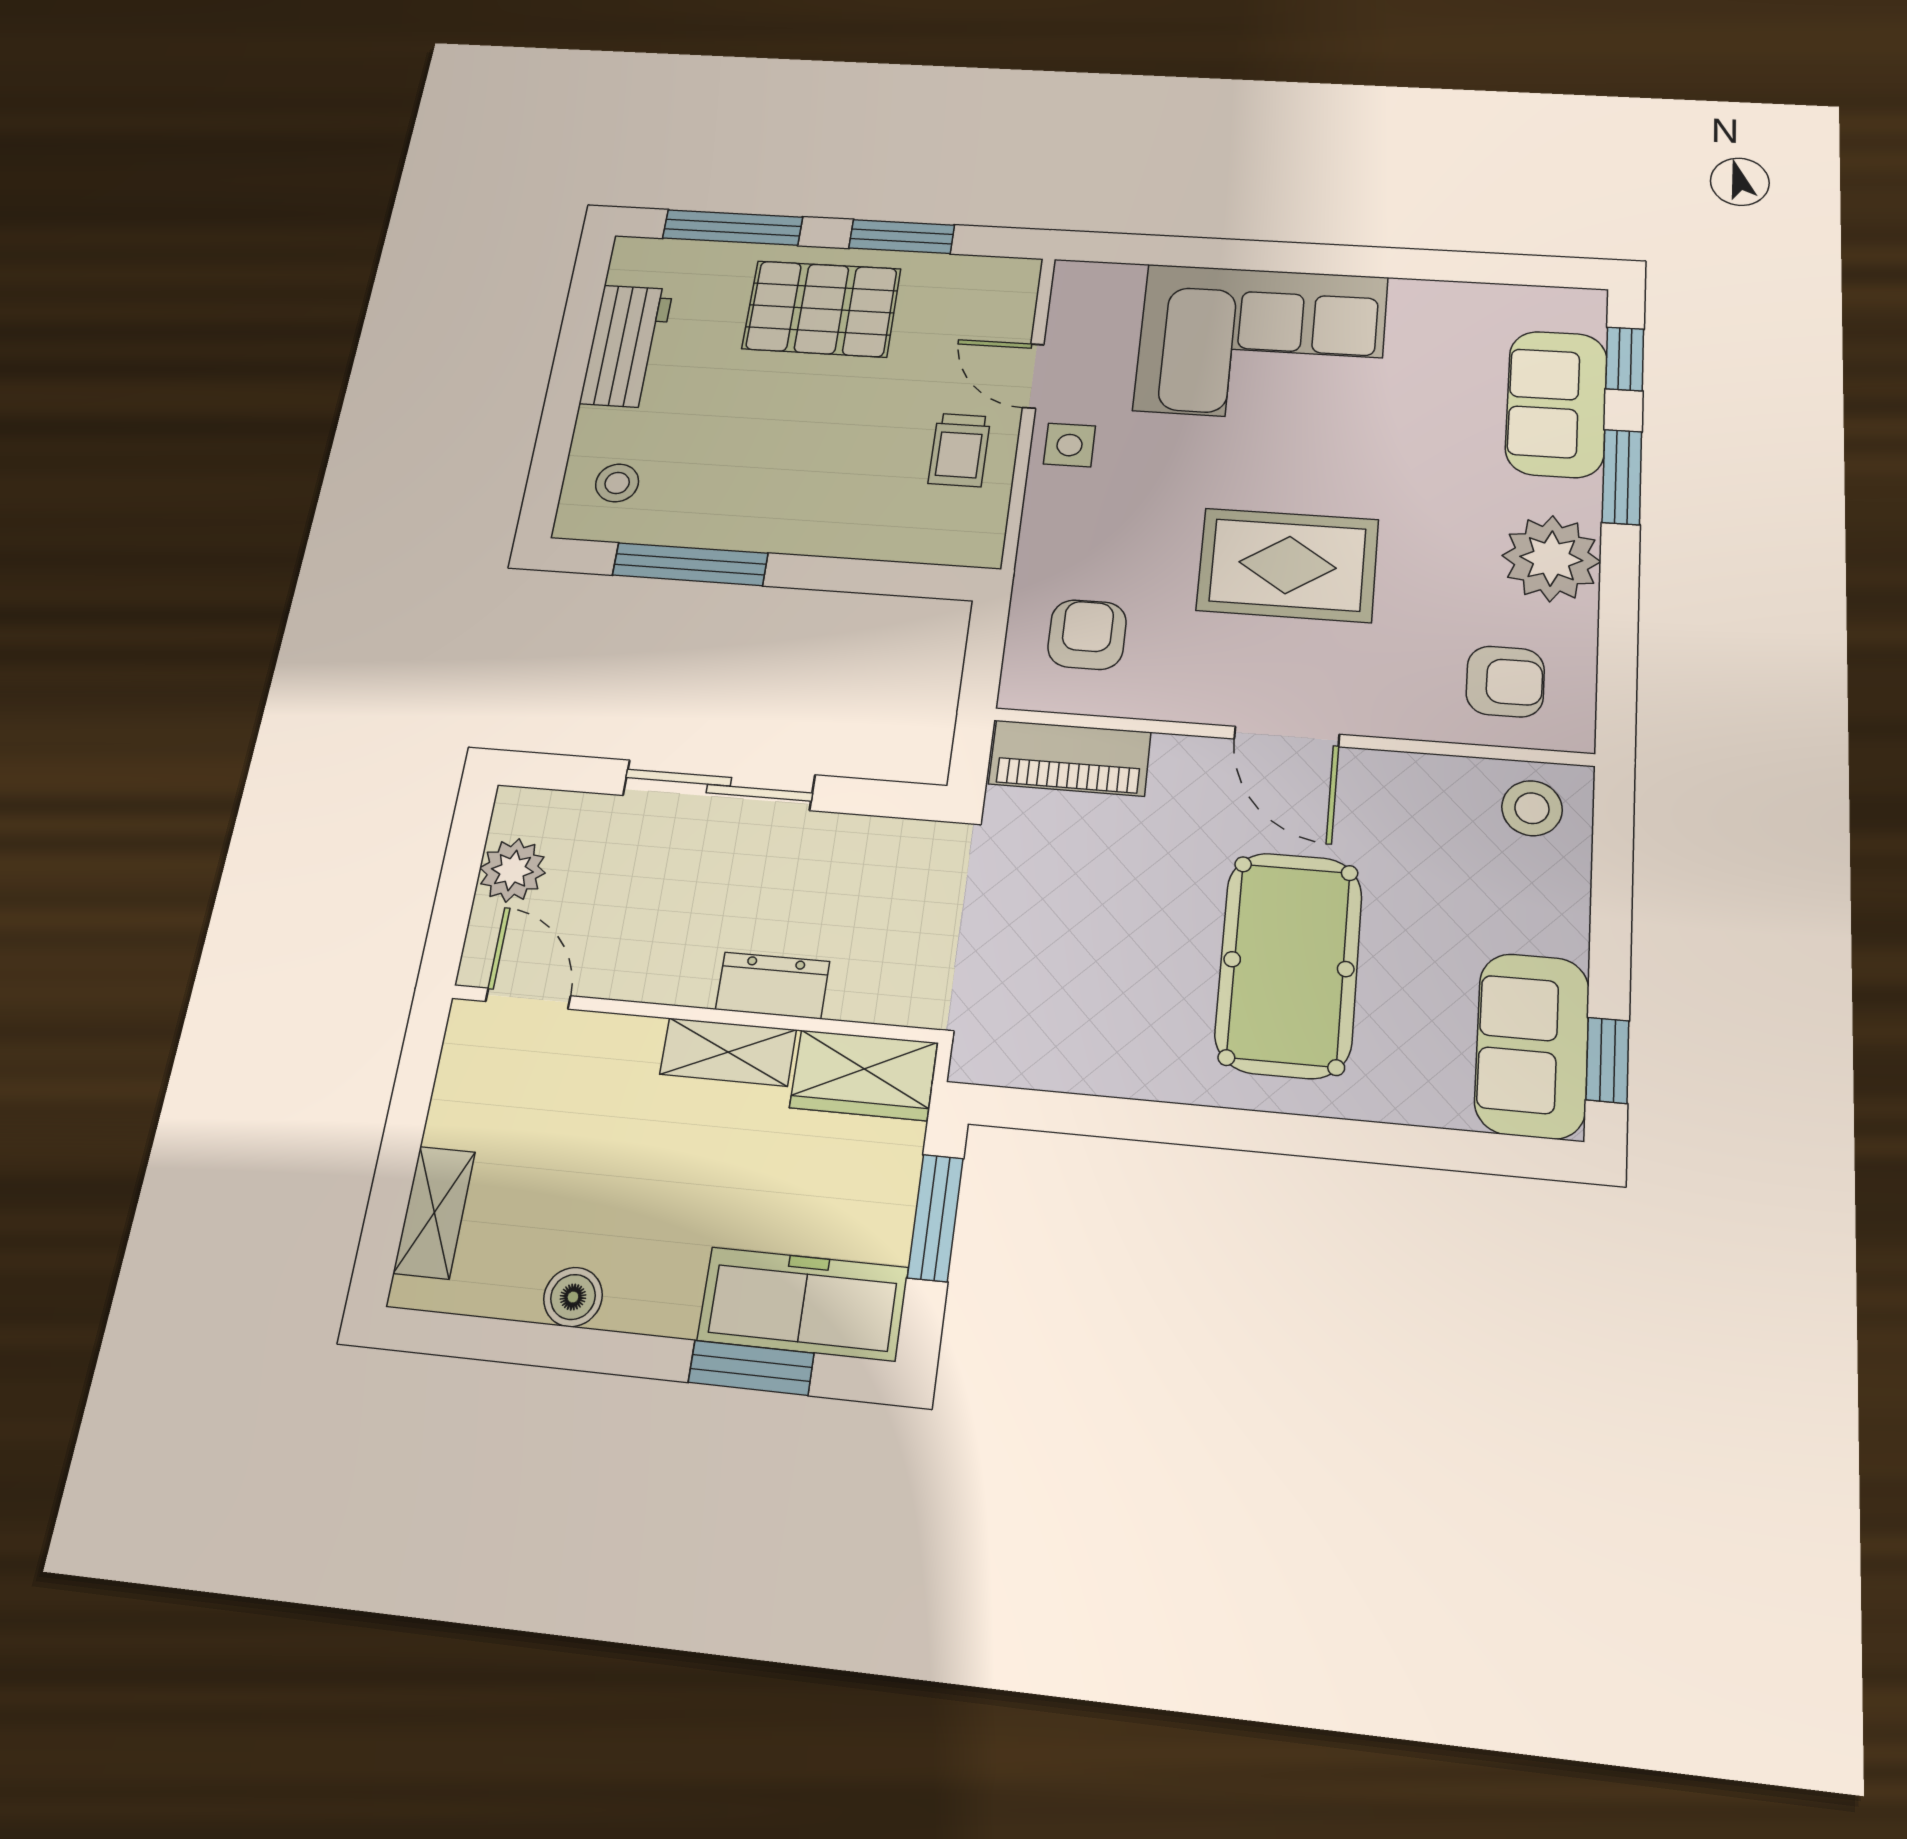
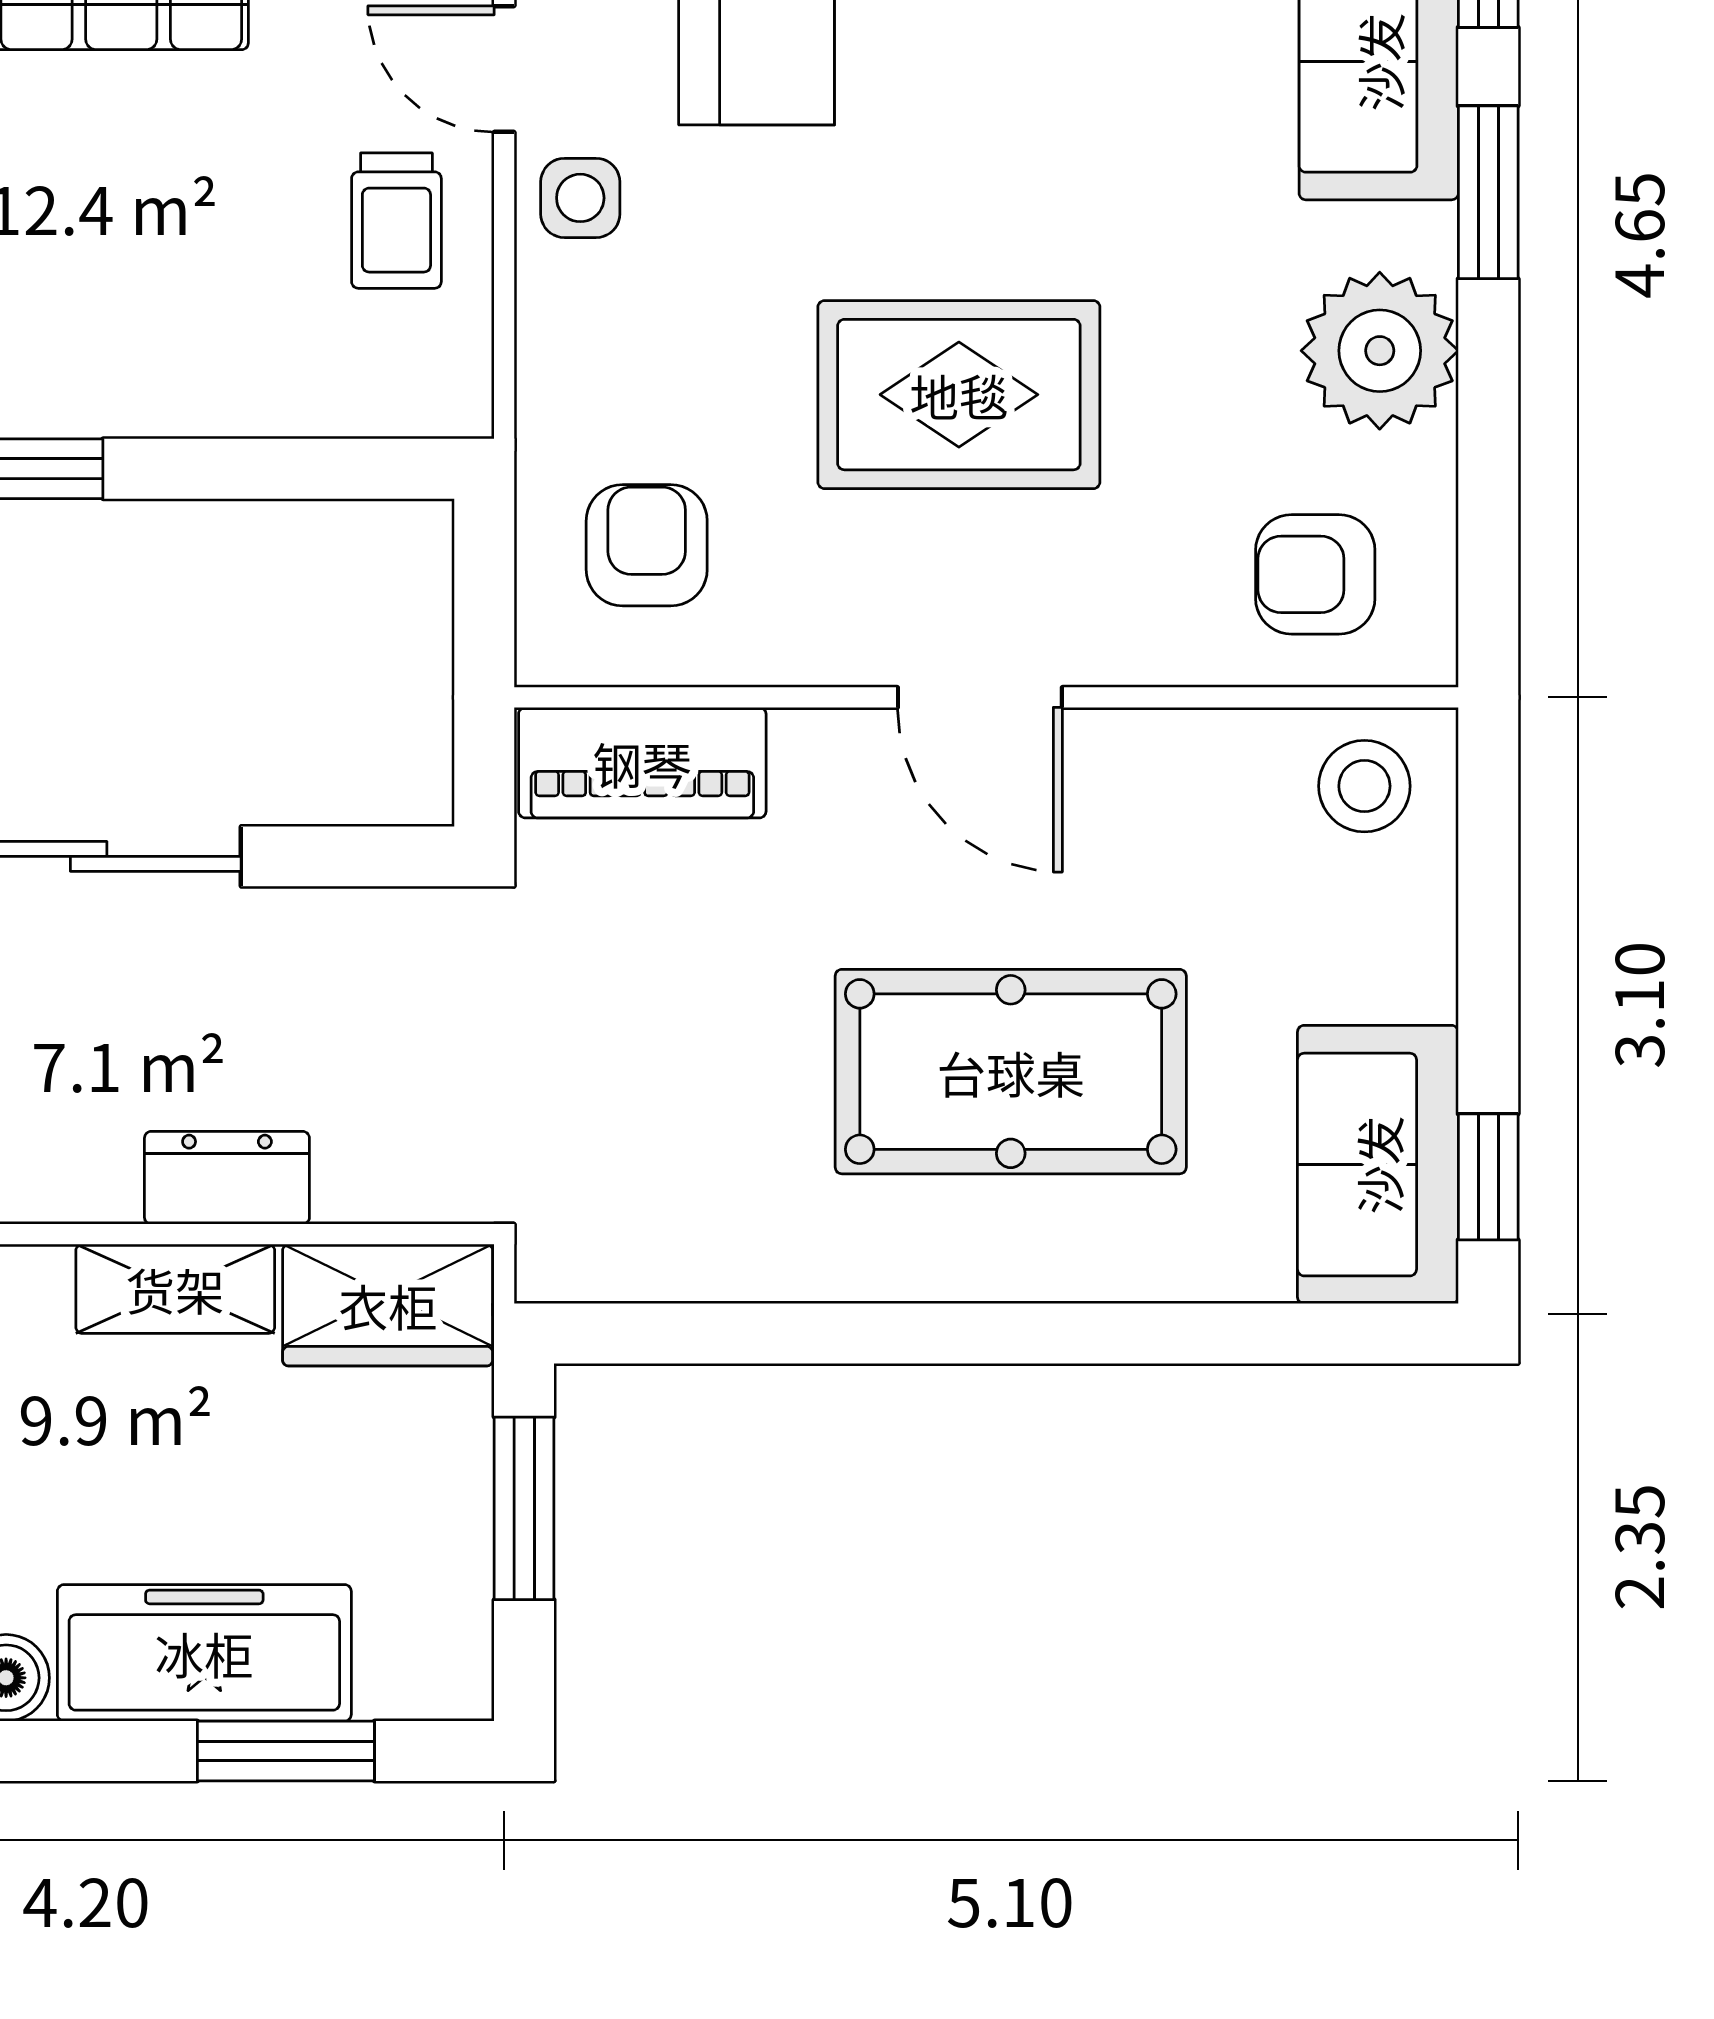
armchair: (1505, 682) -> (1315, 574), turned 180
pool table: (1289, 964) -> (1011, 1072), turned 90
freezer: (803, 1304) -> (204, 1653), moved

